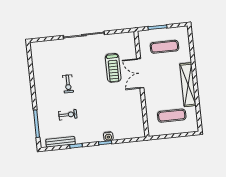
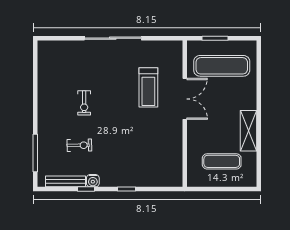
exercise mat: (164, 47) -> (222, 66), width x1.36, depth x1.45
double door: (140, 73) -> (185, 99), swing flipped
shelving: (188, 85) -> (248, 131), width x0.68
water cooler: (108, 136) -> (93, 181), moved

